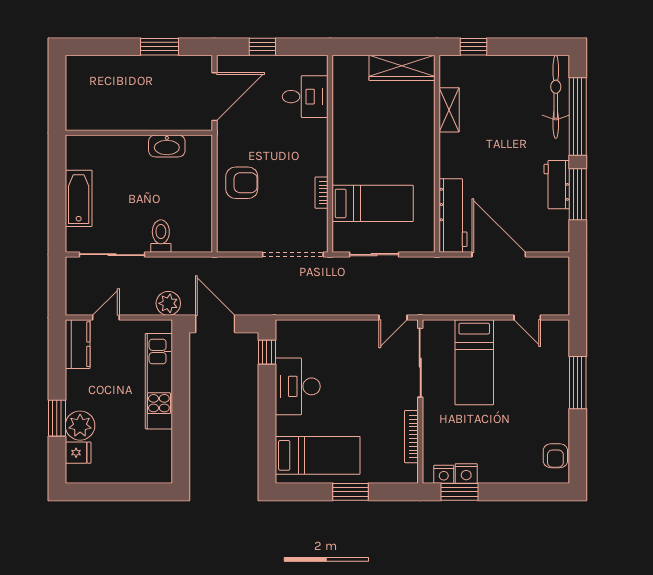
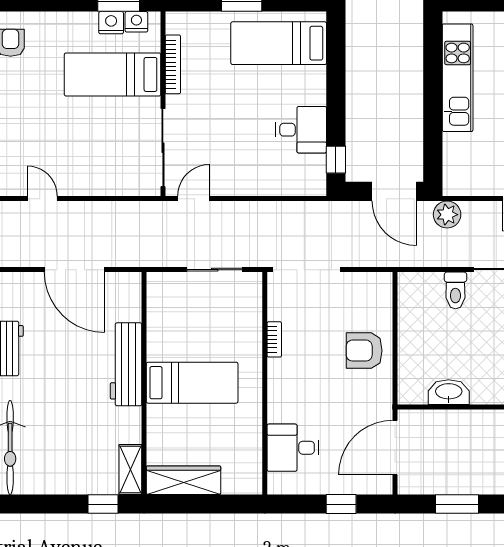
shelving: (449, 110) -> (130, 469), moved
bed: (373, 203) -> (192, 383), moved, turned 180
workbench: (453, 216) -> (126, 364), moved
bed: (474, 362) -> (113, 74), moved, turned -90
kitchen unit: (159, 381) -> (458, 78), moved
desk: (298, 386) -> (301, 130), width x0.73

